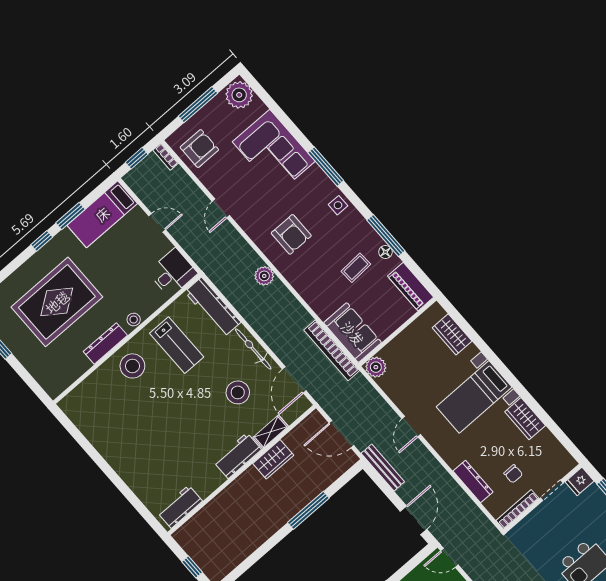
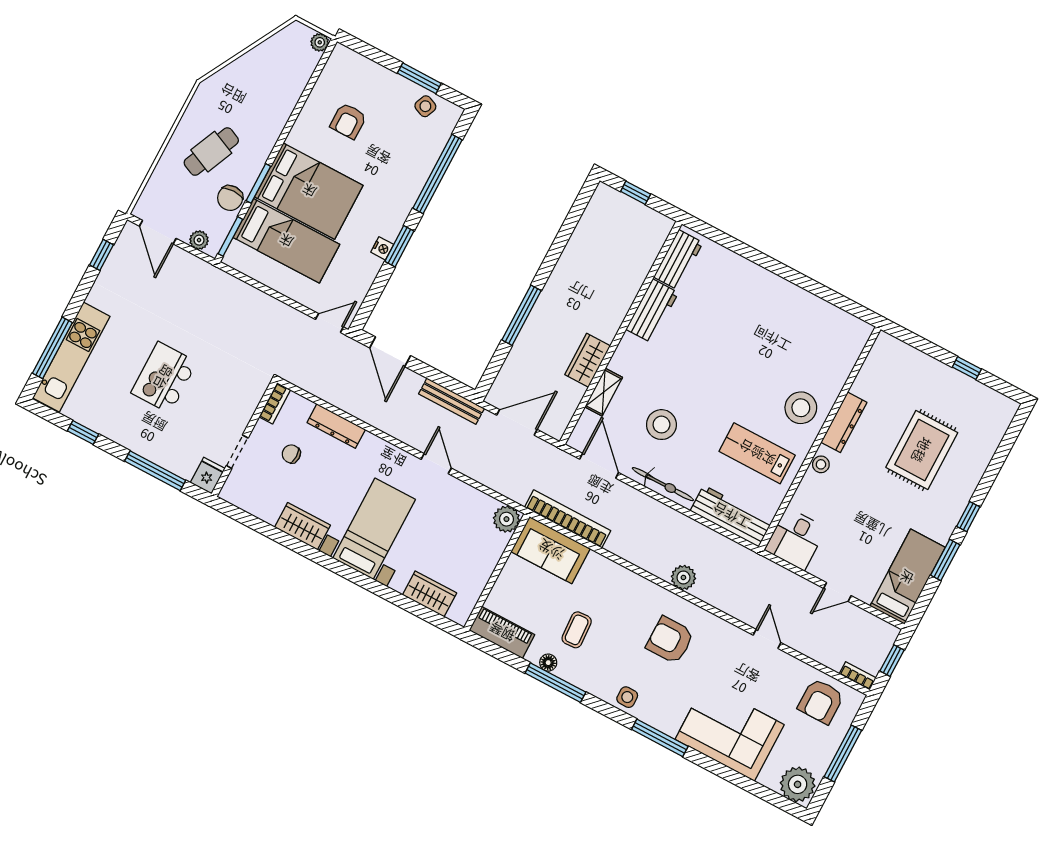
rug: (57, 302) -> (922, 450), width x0.73, depth x0.69
workbench: (238, 456) -> (652, 311), moved
bookcase: (517, 509) -> (275, 403), width x0.64

